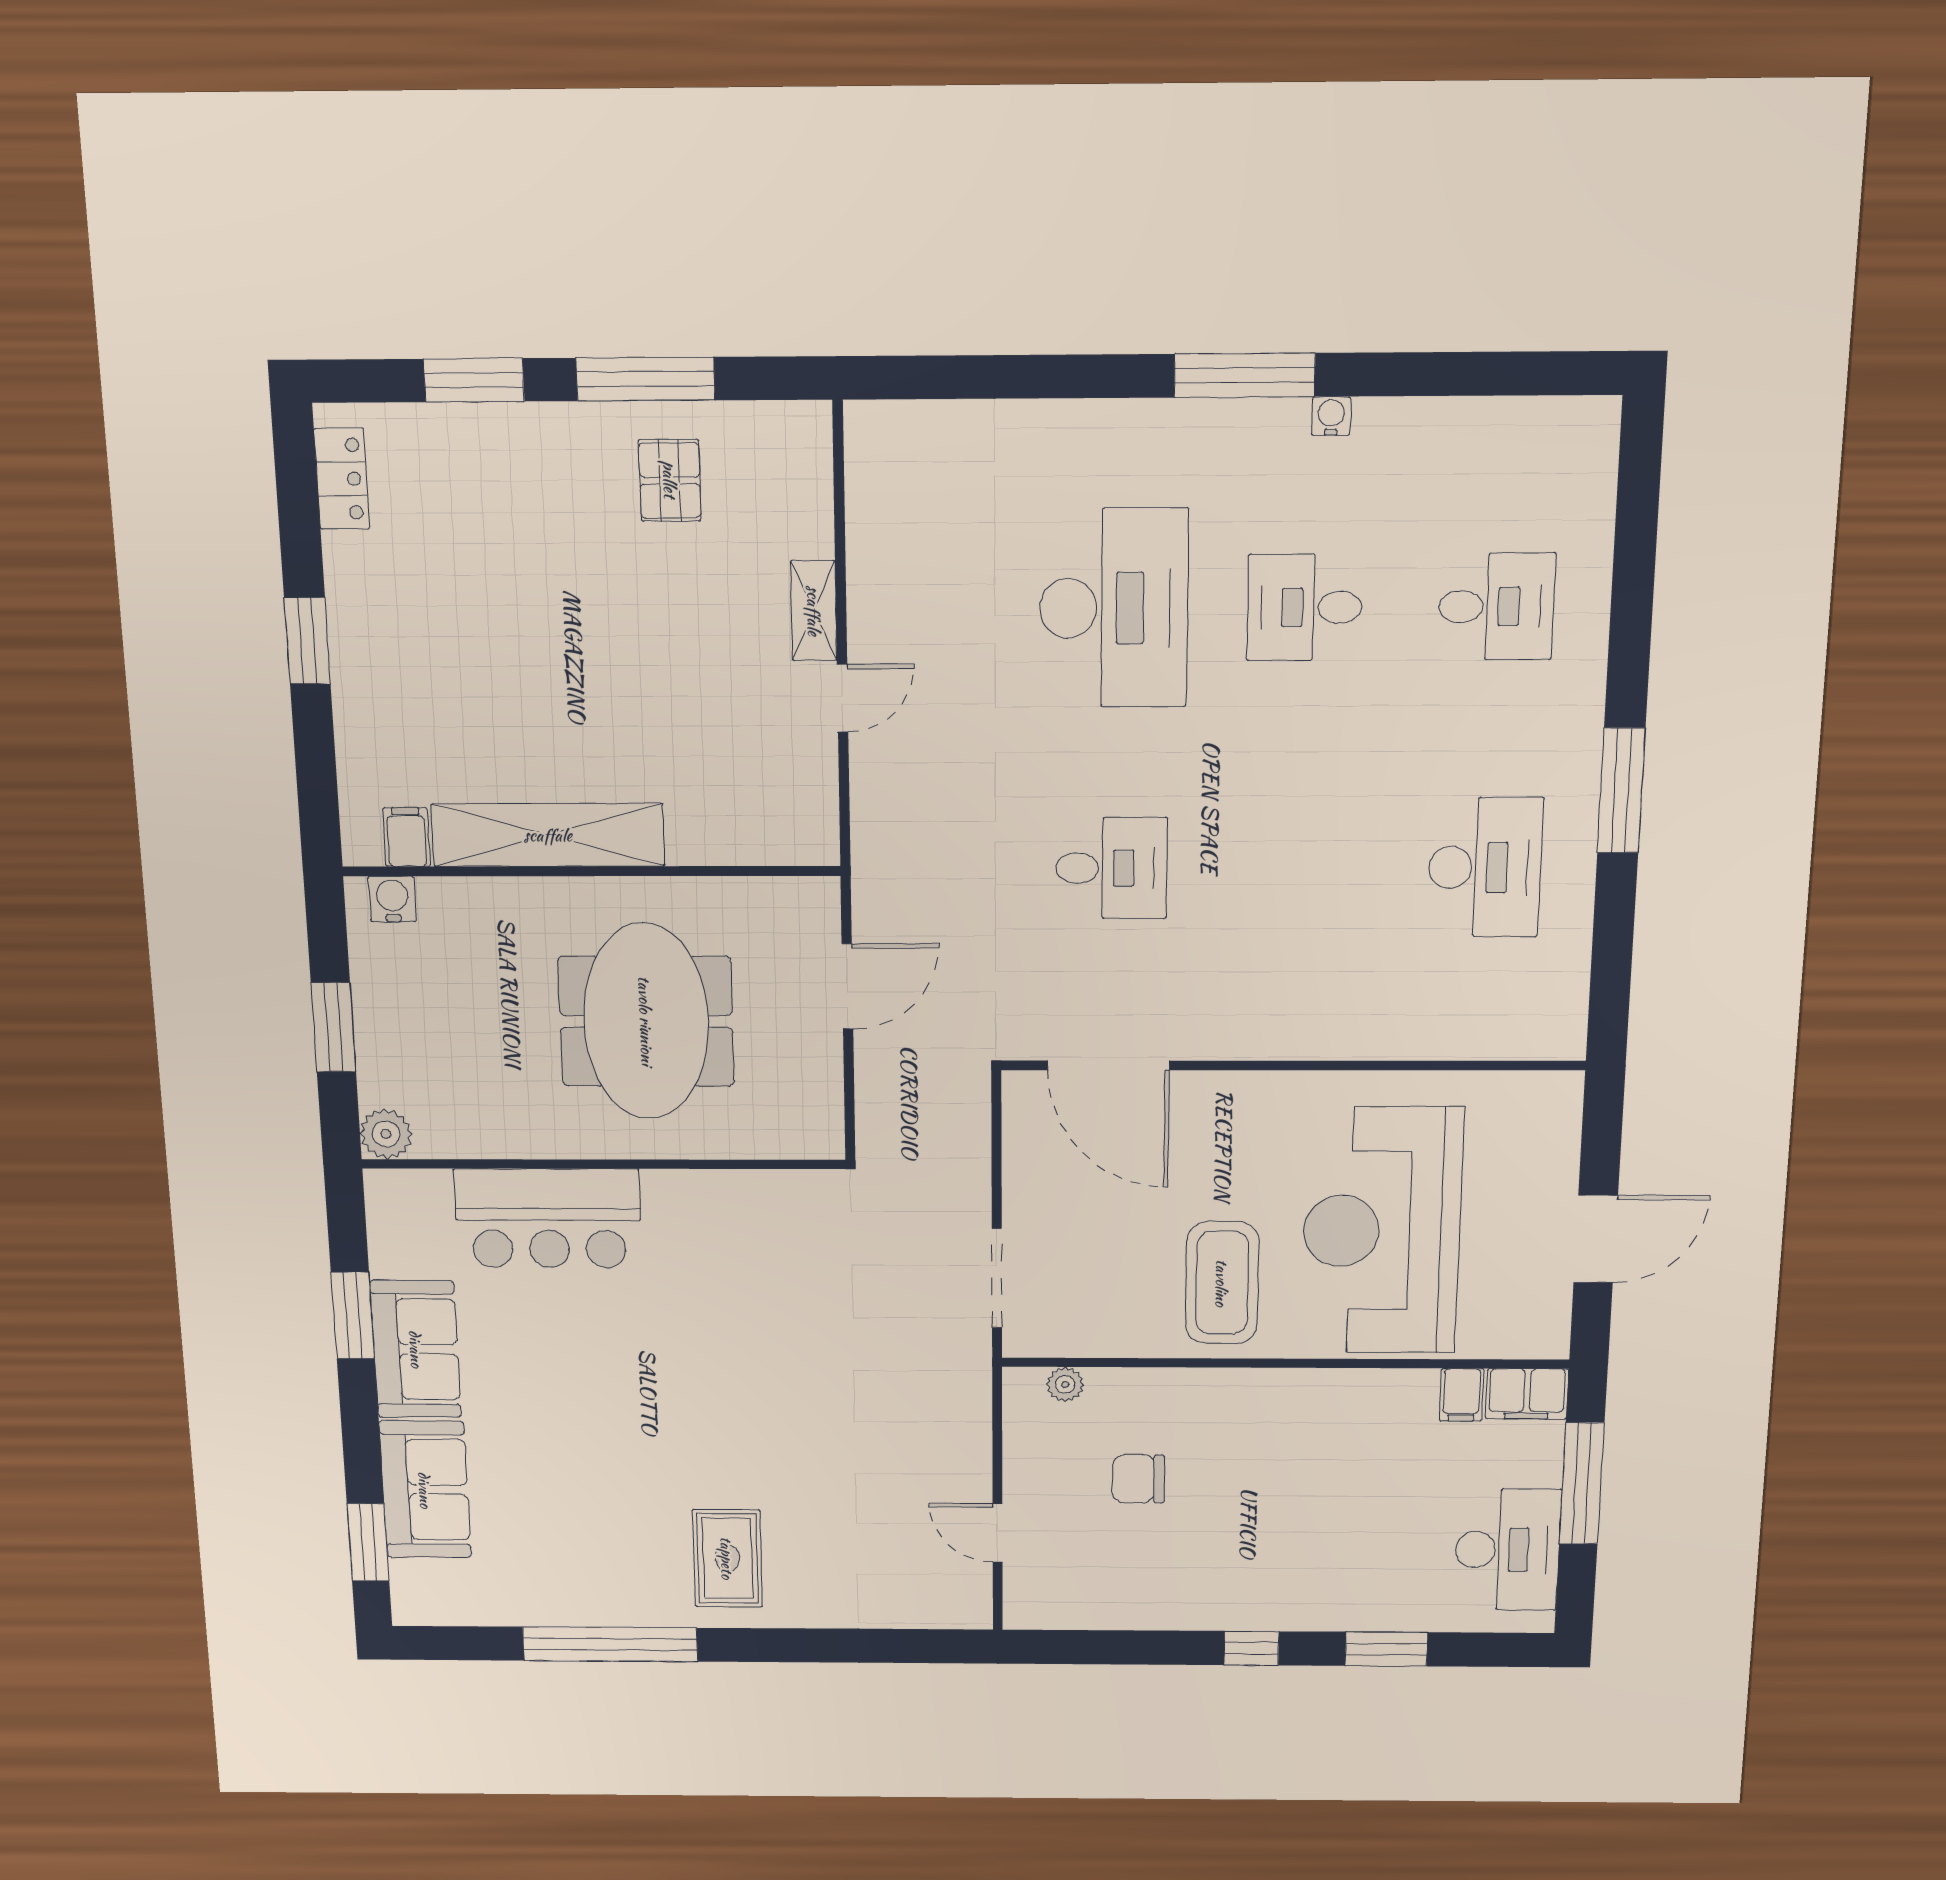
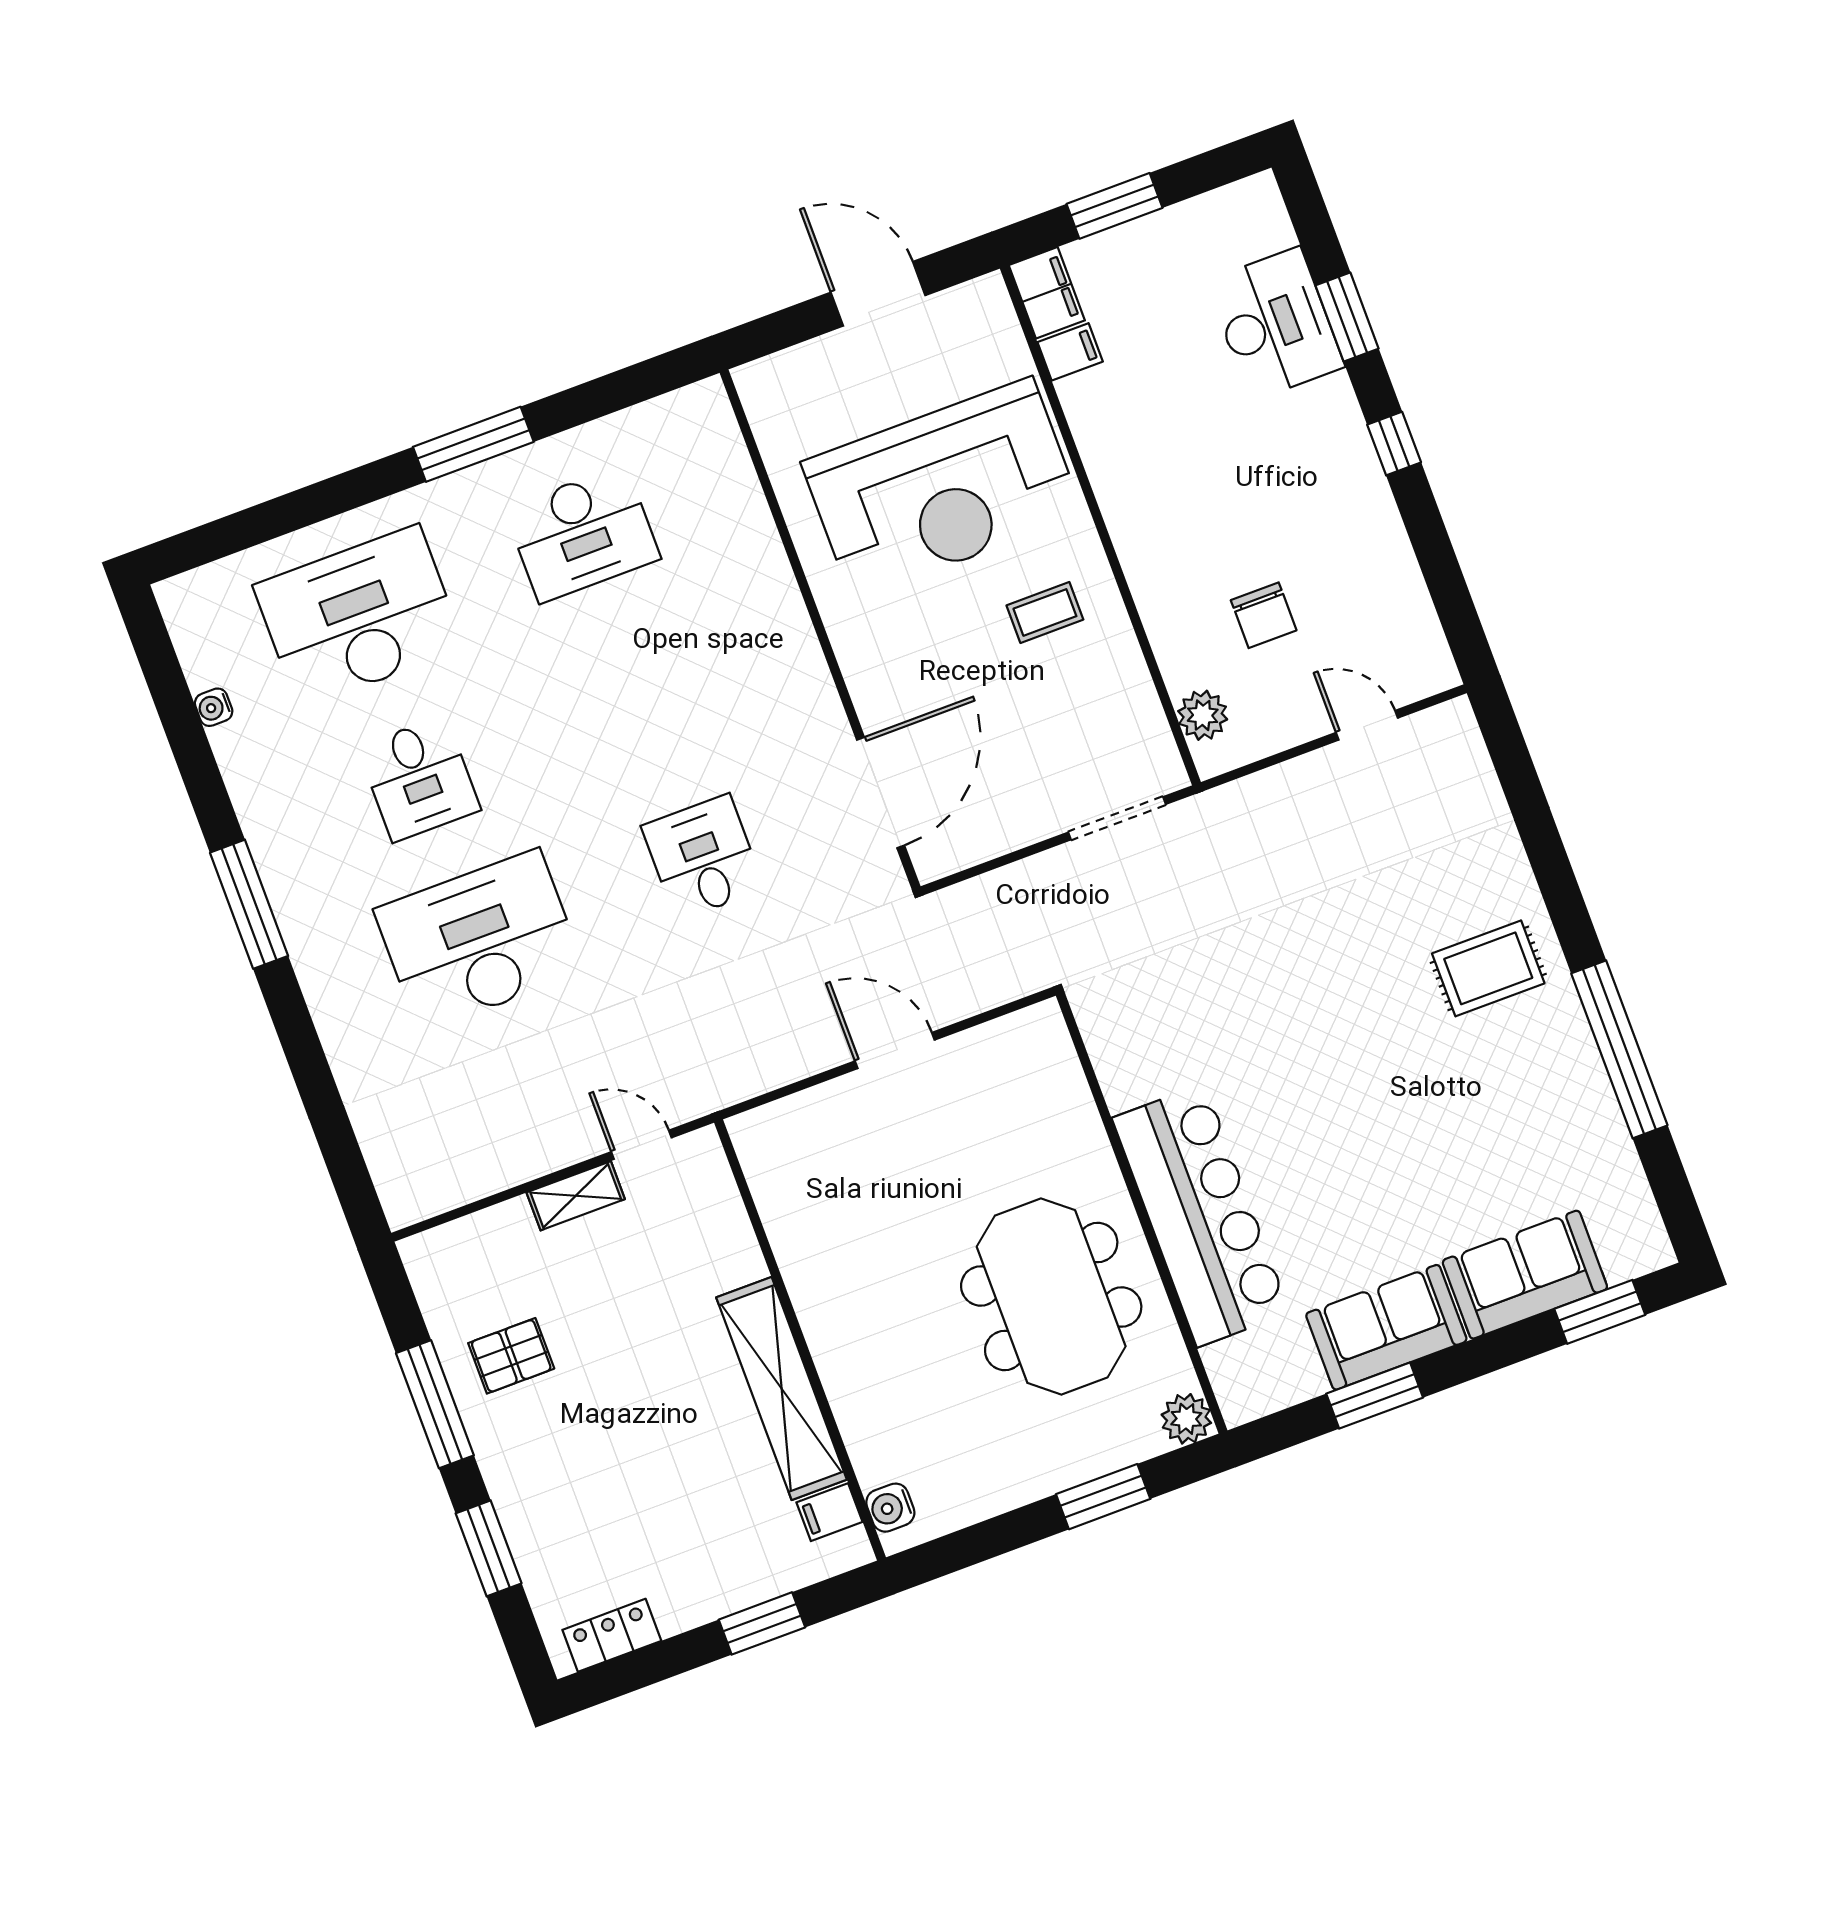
water cooler: (1331, 416) -> (214, 707), moved
desk: (1496, 607) -> (359, 617), width x1.87, depth x1.30
shelving: (548, 835) -> (782, 1388), moved
filing cabinet: (407, 837) -> (830, 1512), moved
desk: (1485, 867) -> (582, 534), turned 180
wall: (591, 871) -> (800, 1340), moved
water cooler: (392, 899) -> (890, 1508), moved
meeting table: (646, 1021) -> (1051, 1296), moved, turned 90
bar counter: (548, 1218) -> (1201, 1215), width x1.36
coffee table: (1222, 1283) -> (1045, 612), width x0.54, depth x0.58
plant: (1065, 1384) -> (1203, 715), width x1.38, depth x1.38
window: (1582, 1484) -> (1115, 206), width x0.69
door: (998, 1533) -> (1367, 725), swing flipped
desk: (1507, 1550) -> (1275, 324), moved, turned 90

